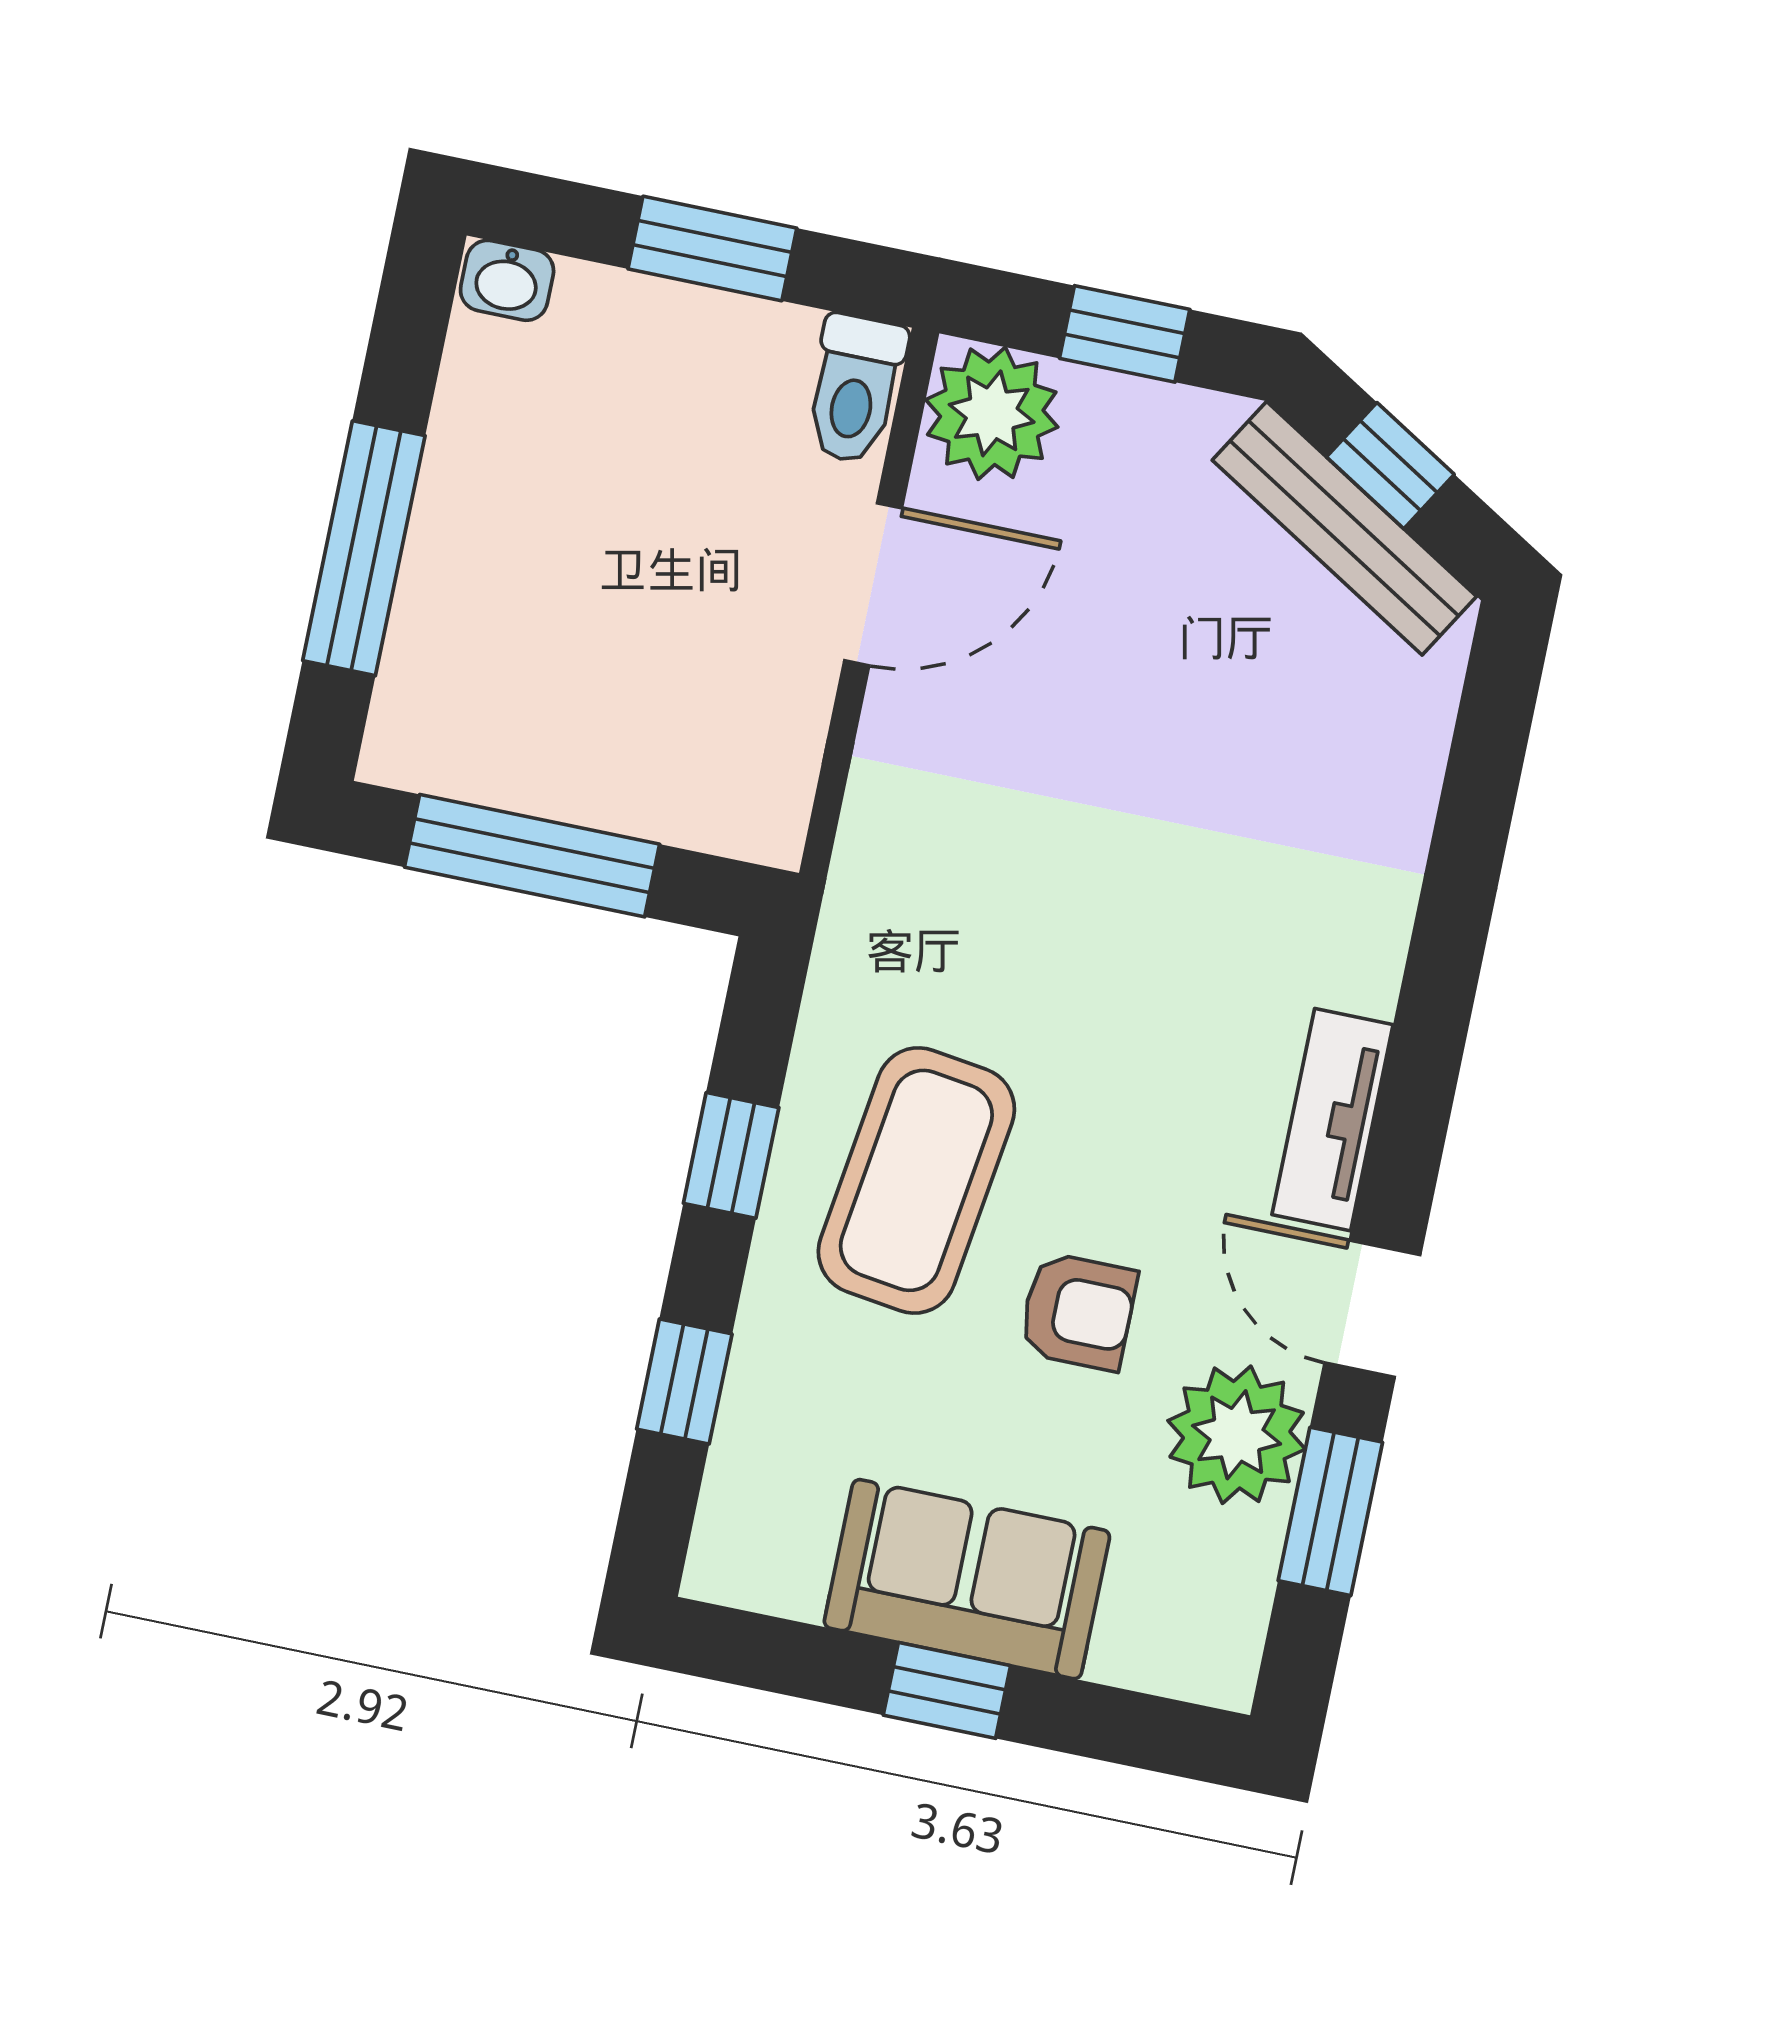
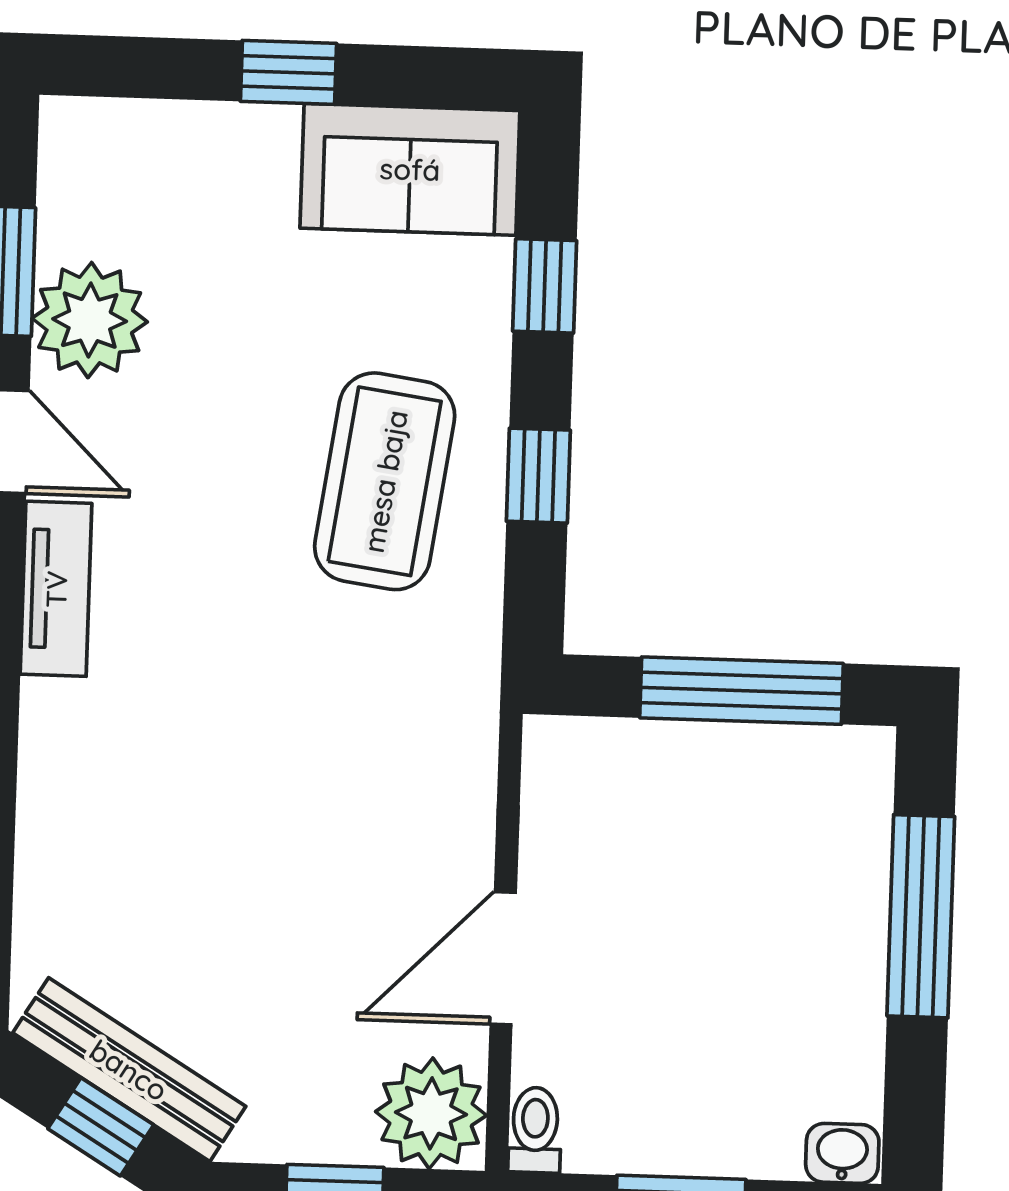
toilet: (855, 389) -> (535, 1130), width x0.73, depth x0.72
armchair: (1078, 1311) -> (235, 398), removed
sofa: (967, 1579) -> (410, 169), moved

